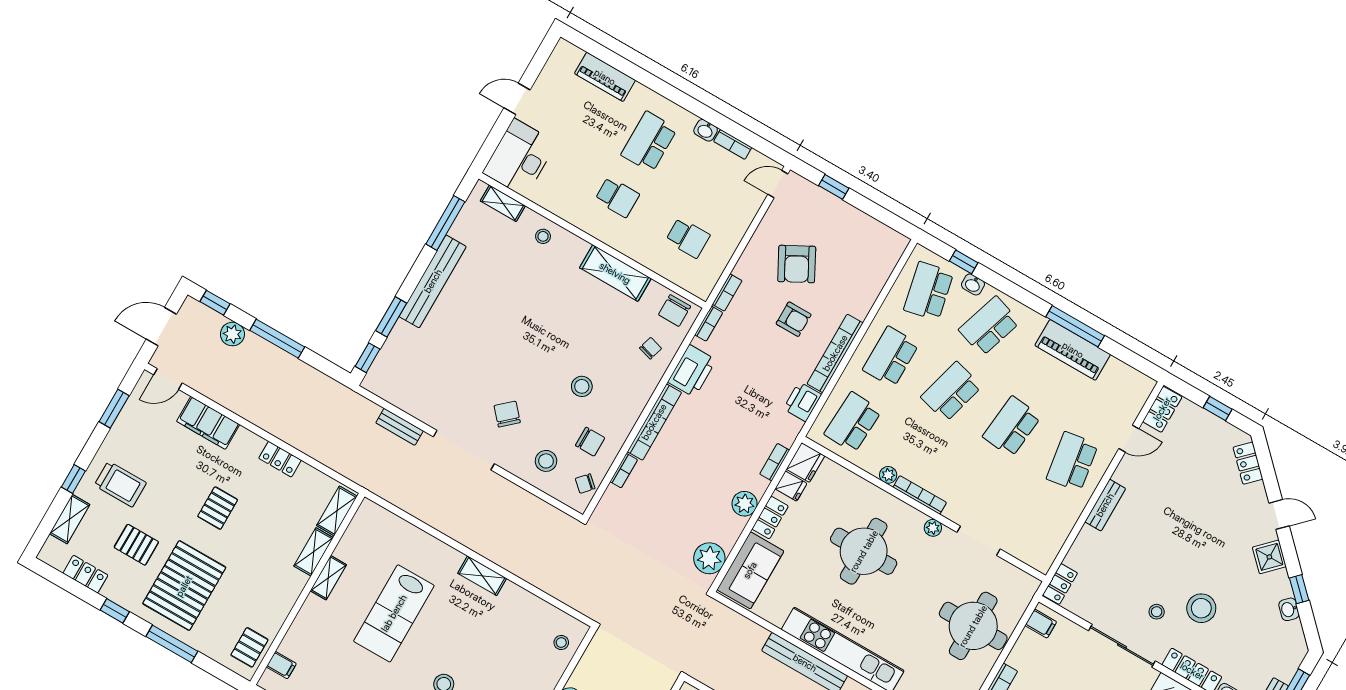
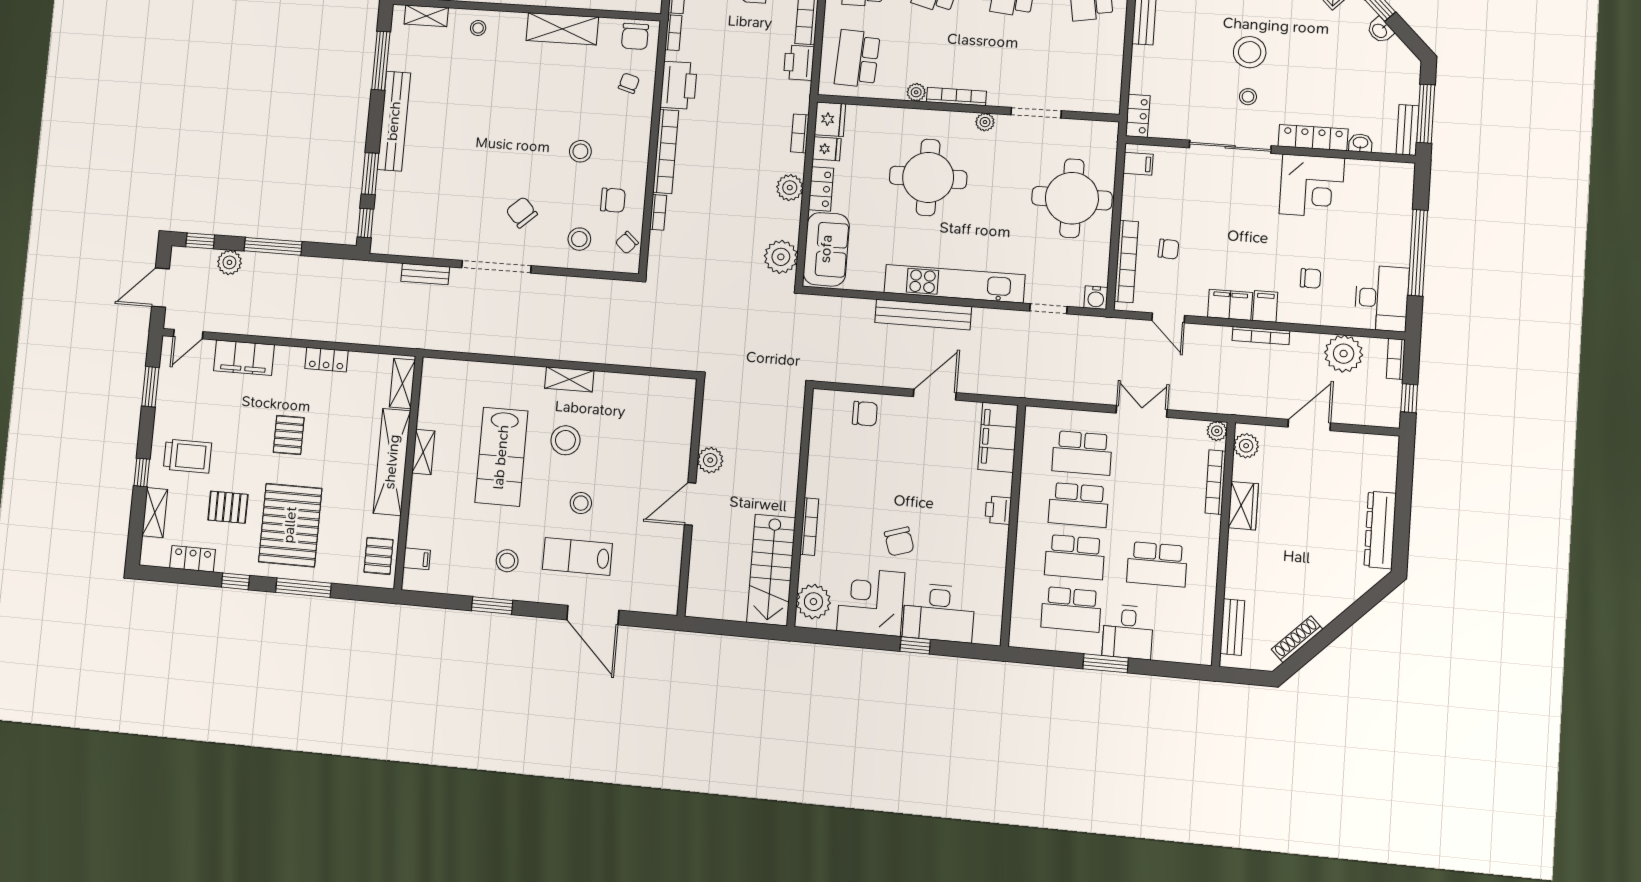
shelving: (314, 552) -> (392, 462), width x2.20, depth x1.33
stool: (1201, 608) -> (1250, 52), moved
stool: (561, 643) -> (565, 440), moved, width x1.89, depth x1.89

